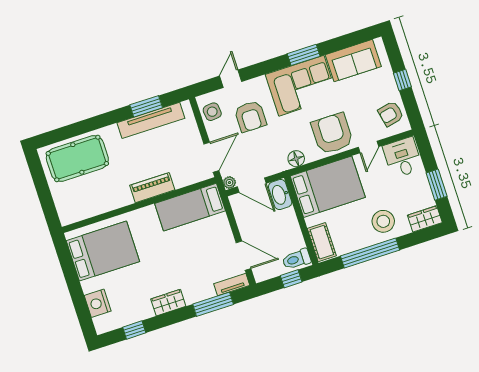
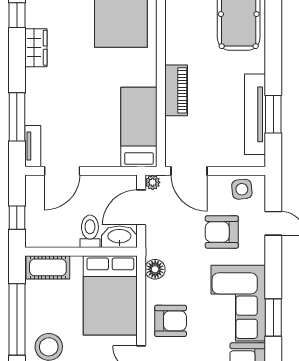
armchair: (332, 134) -> (171, 321), width x0.73, depth x0.73
toilet: (297, 259) -> (90, 231), moved
wardrobe: (168, 303) -> (36, 48), moved

